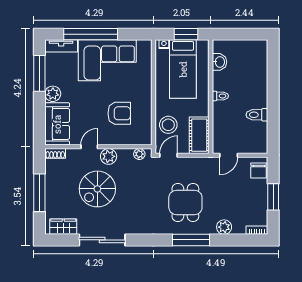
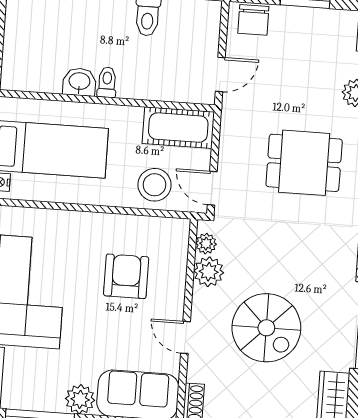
washbasin: (219, 62) -> (79, 82), moved
door: (229, 155) -> (220, 74), hinge flipped
plant: (109, 156) -> (209, 272), moved
chair: (259, 170) -> (253, 20), turned 90

